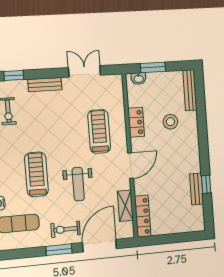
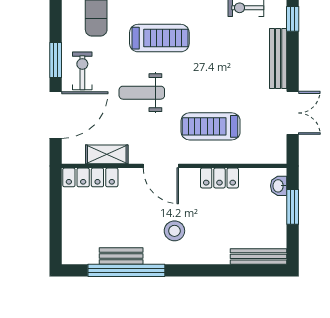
bench: (45, 85) -> (278, 59), width x1.36
stool: (170, 122) -> (174, 231), moved
treadmill: (99, 131) -> (211, 126), turned 180
window: (206, 184) -> (126, 270), width x3.17
door: (100, 246) -> (56, 115), hinge flipped

